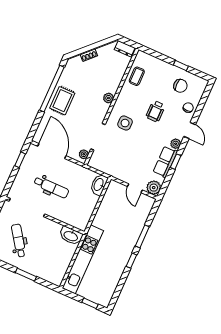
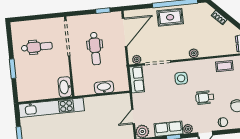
row of seats: (102, 165) -> (137, 79), added
washbasin: (99, 185) -> (104, 87), moved
dental chair: (19, 241) -> (37, 47), turned 35

